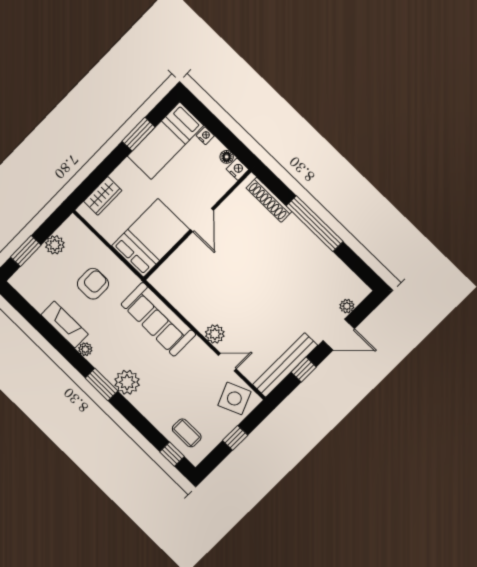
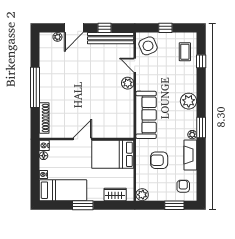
window: (138, 134) -> (83, 205), moved
plant: (55, 245) -> (142, 195), moved
armchair: (37, 282) -> (183, 186), added
door: (339, 335) -> (74, 28), swing flipped
window: (101, 384) -> (201, 128), moved
window: (172, 454) -> (201, 61), moved

